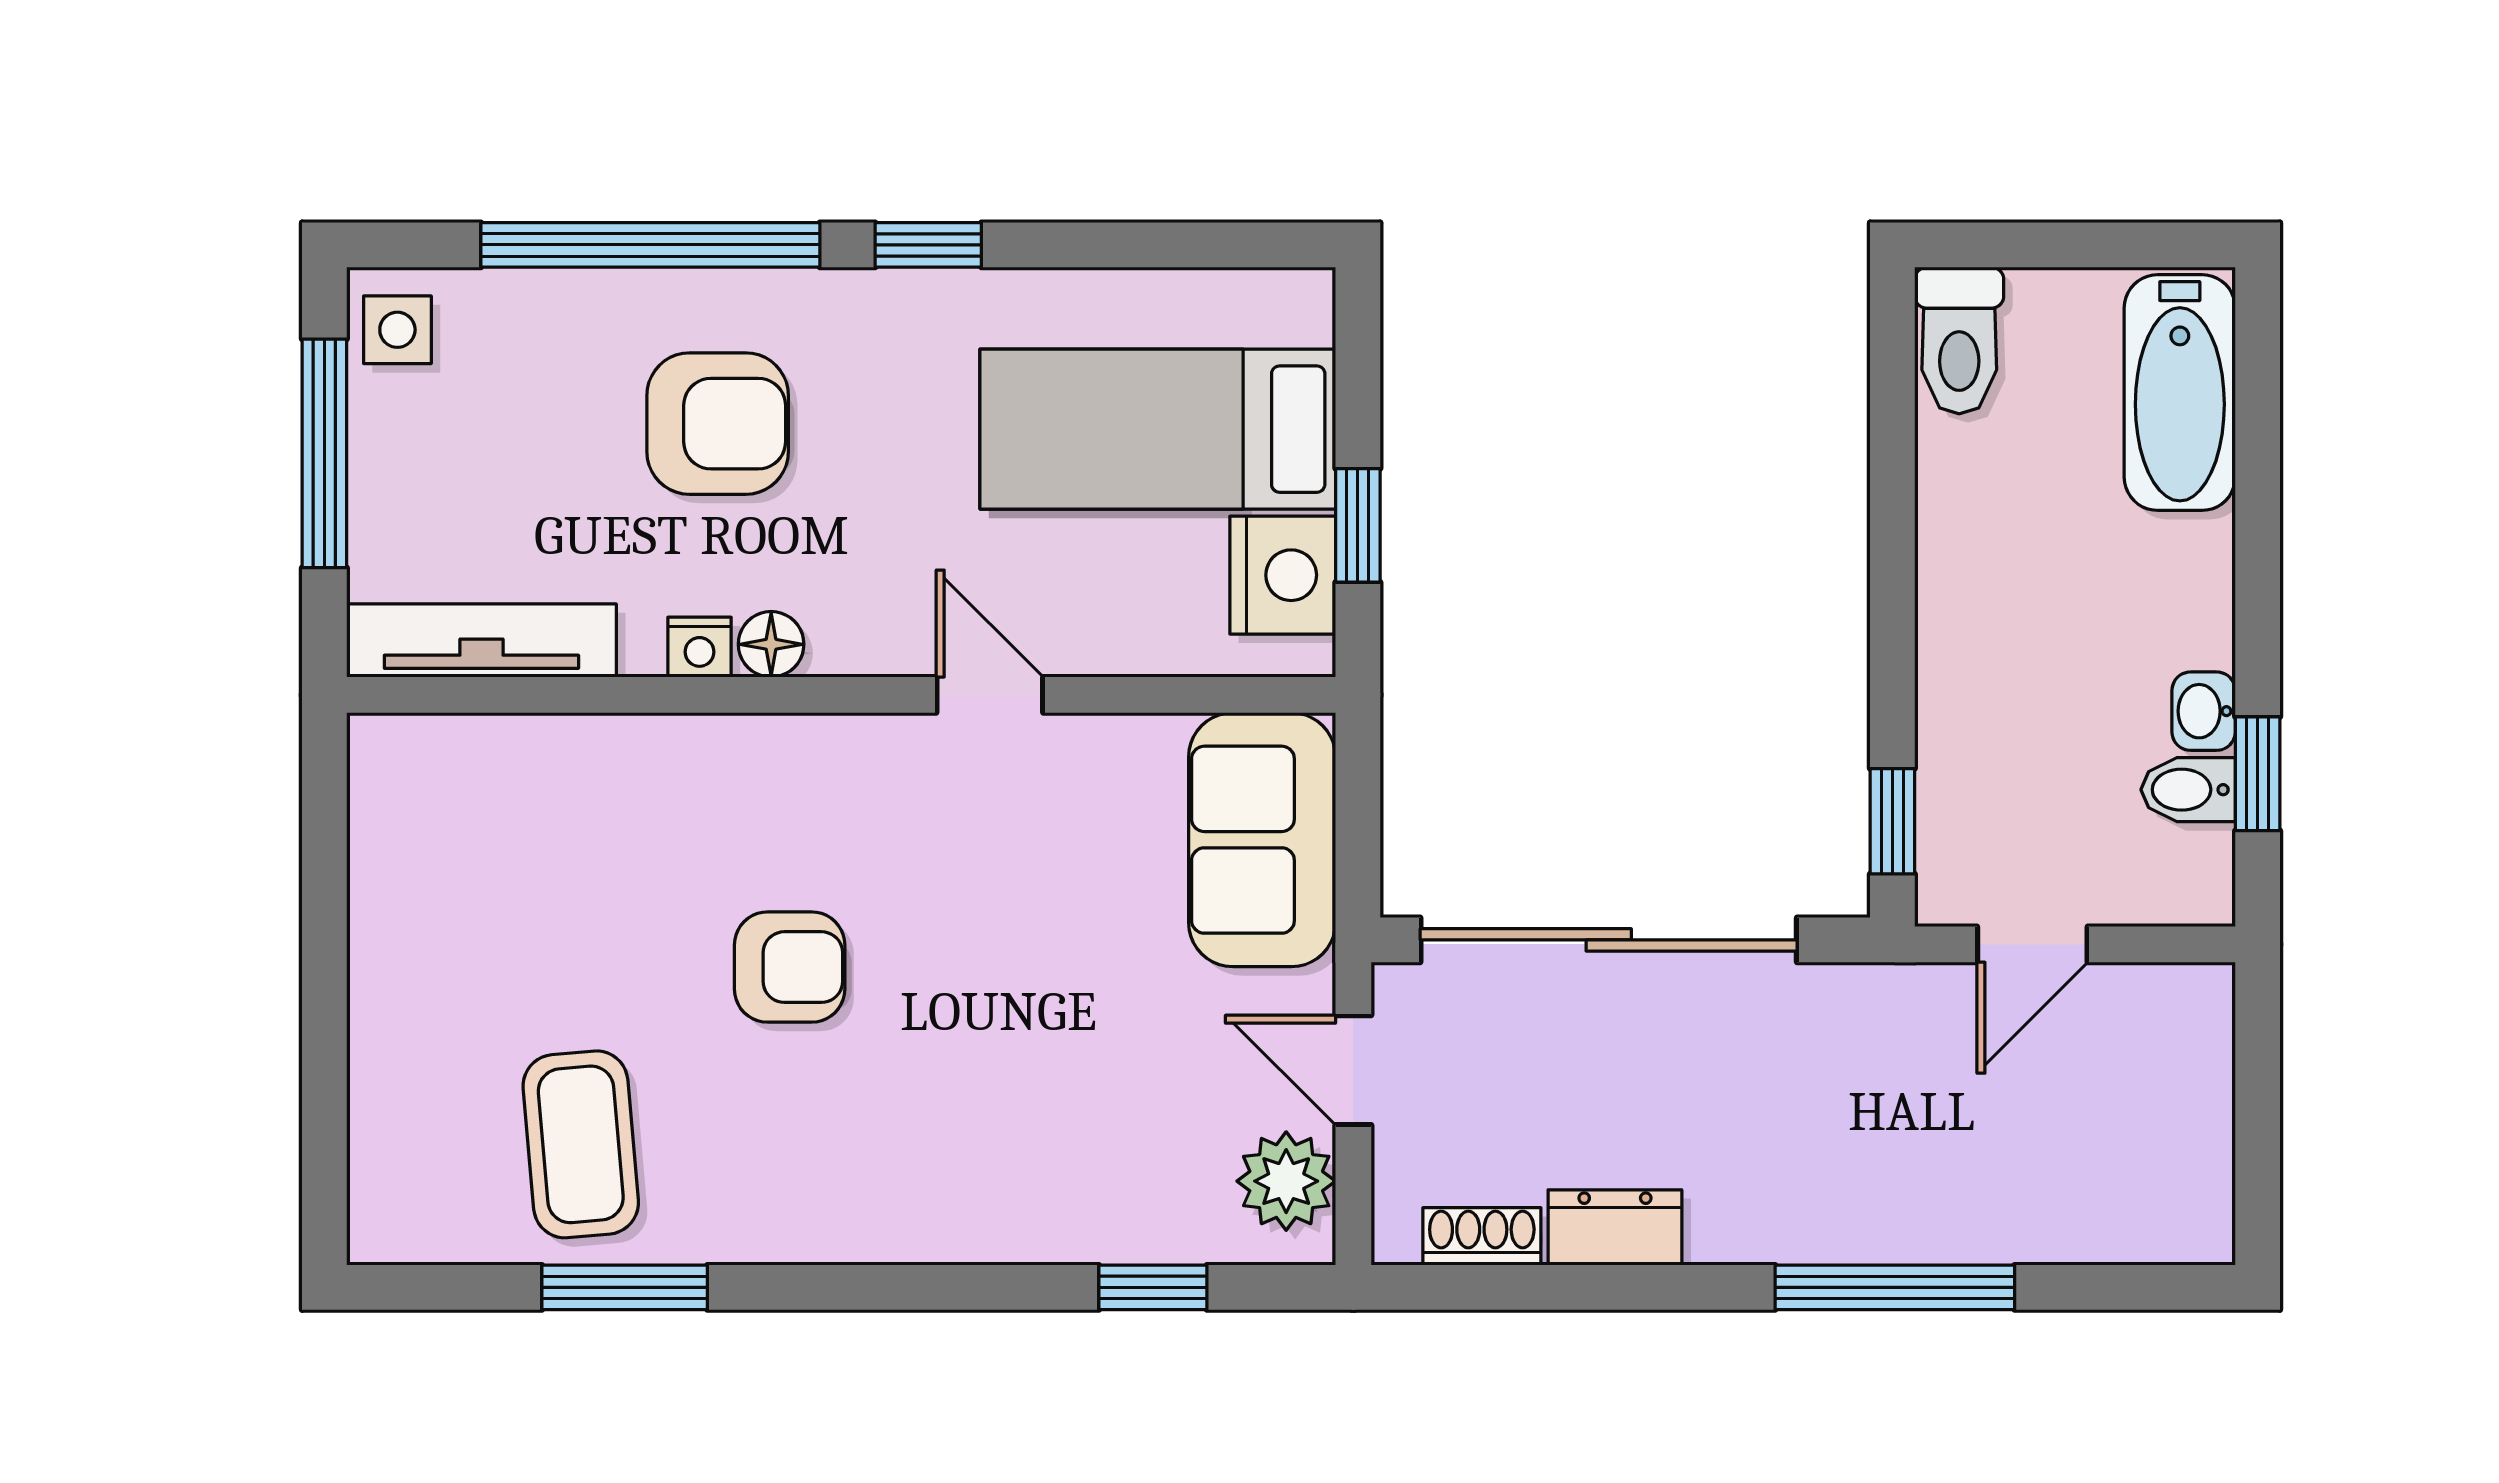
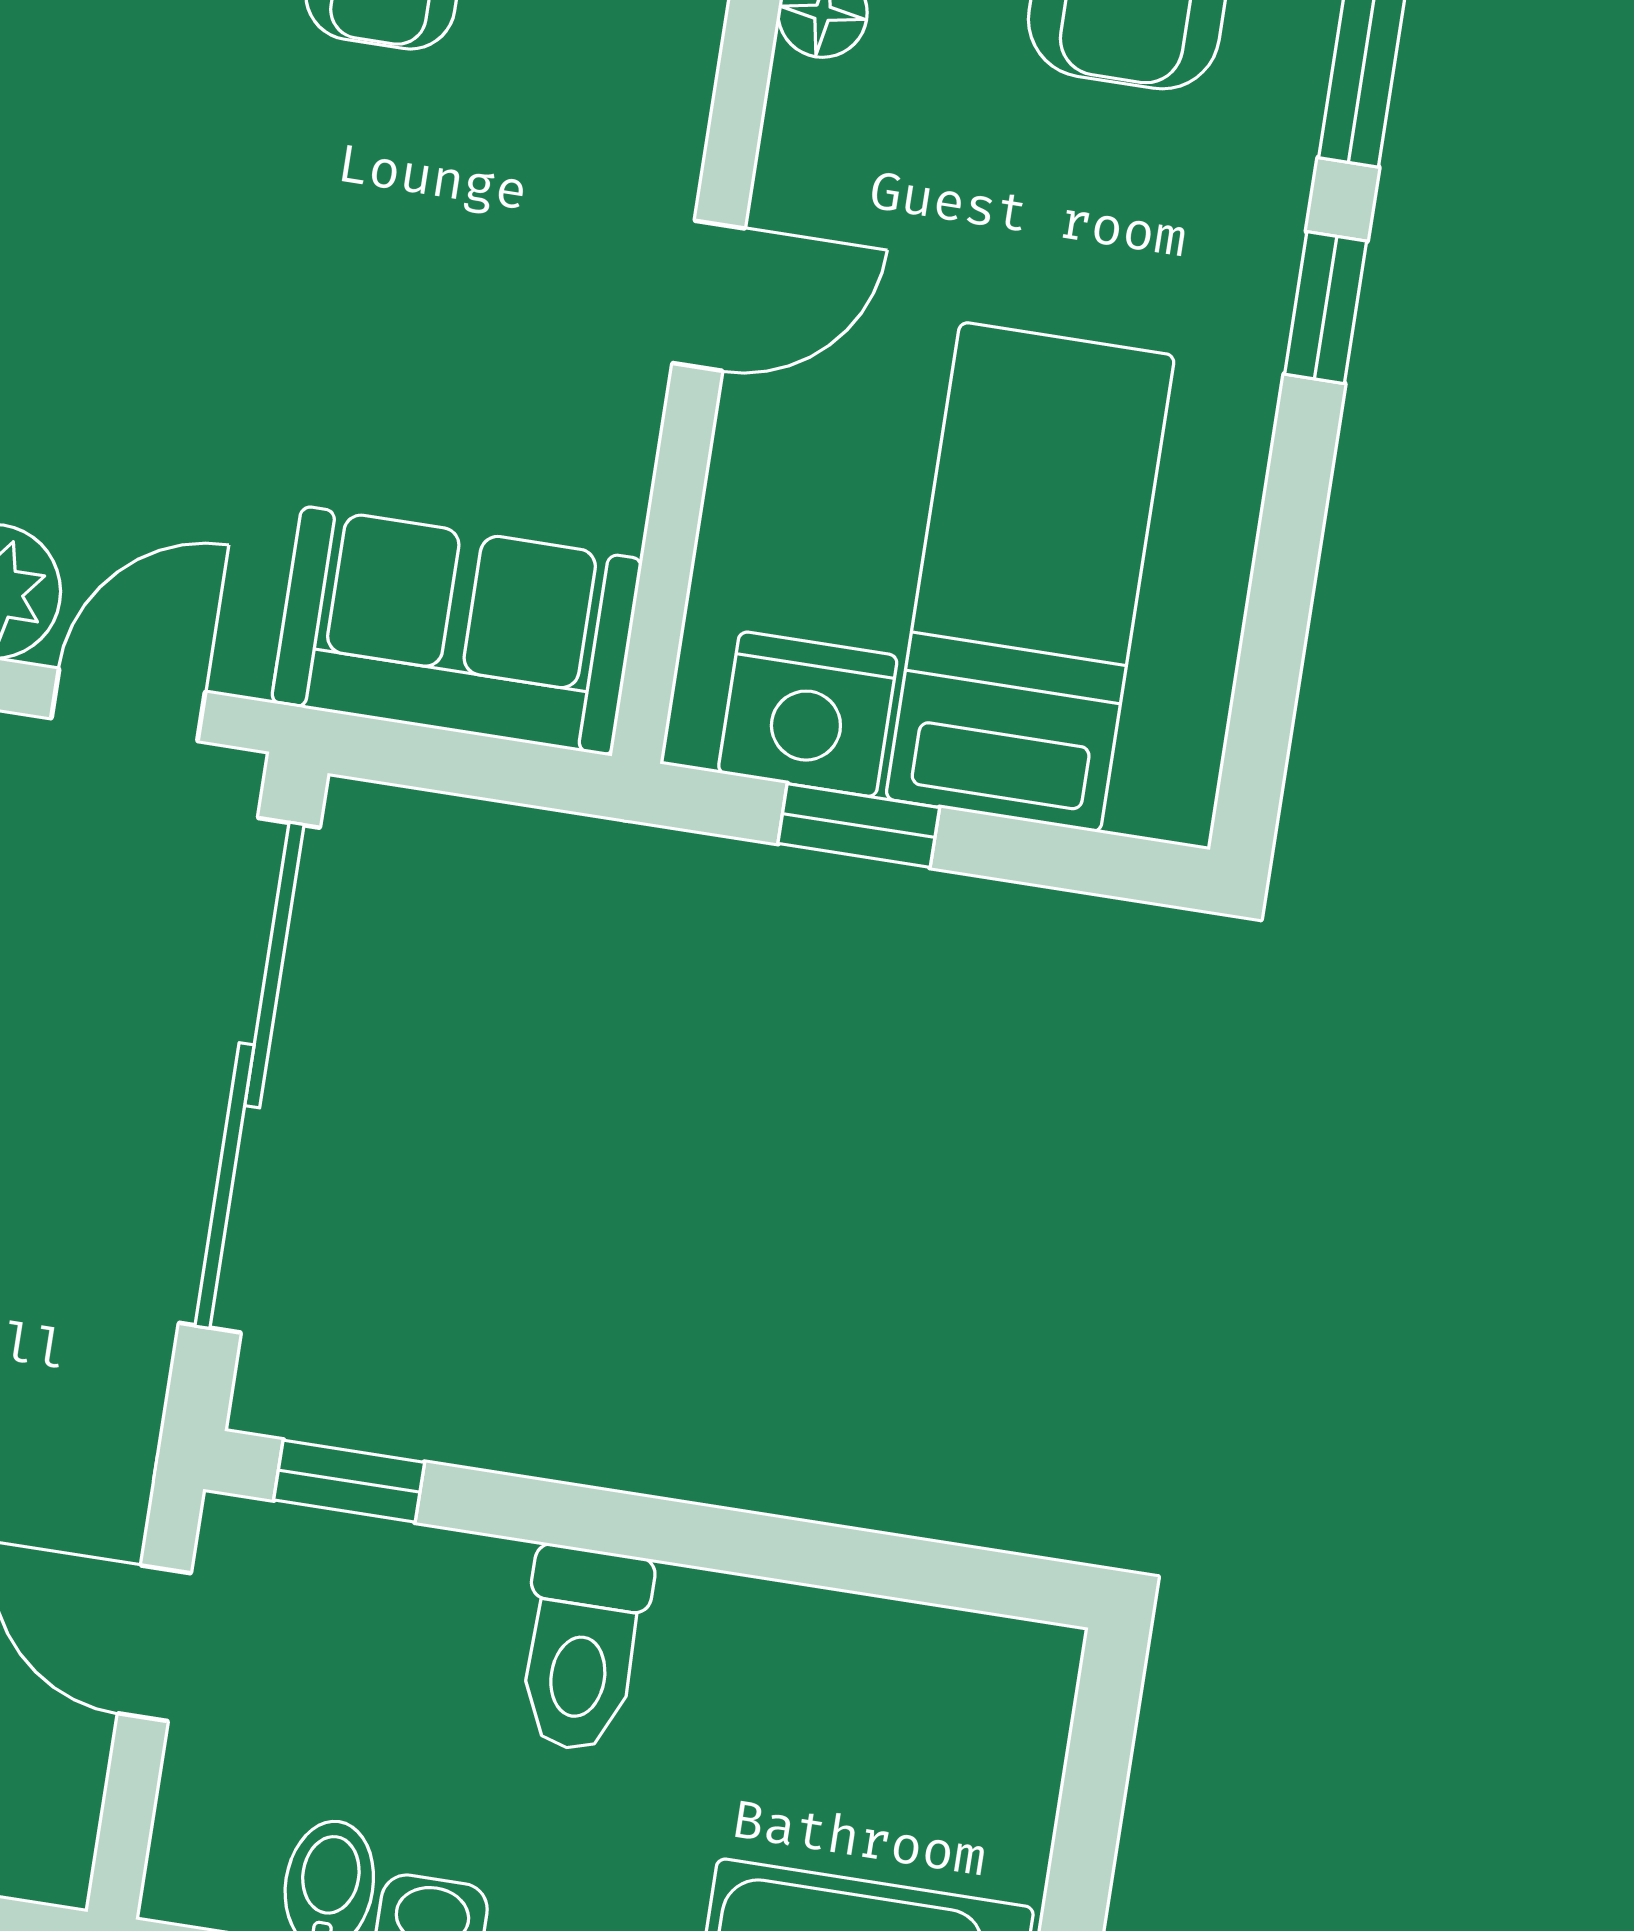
toilet: (1959, 341) -> (582, 1649), moved, turned -90

